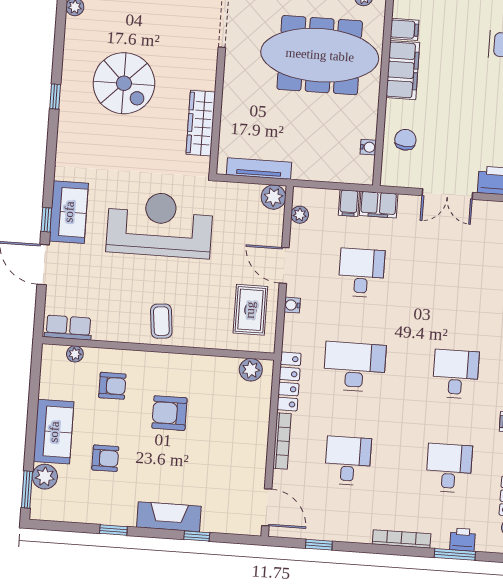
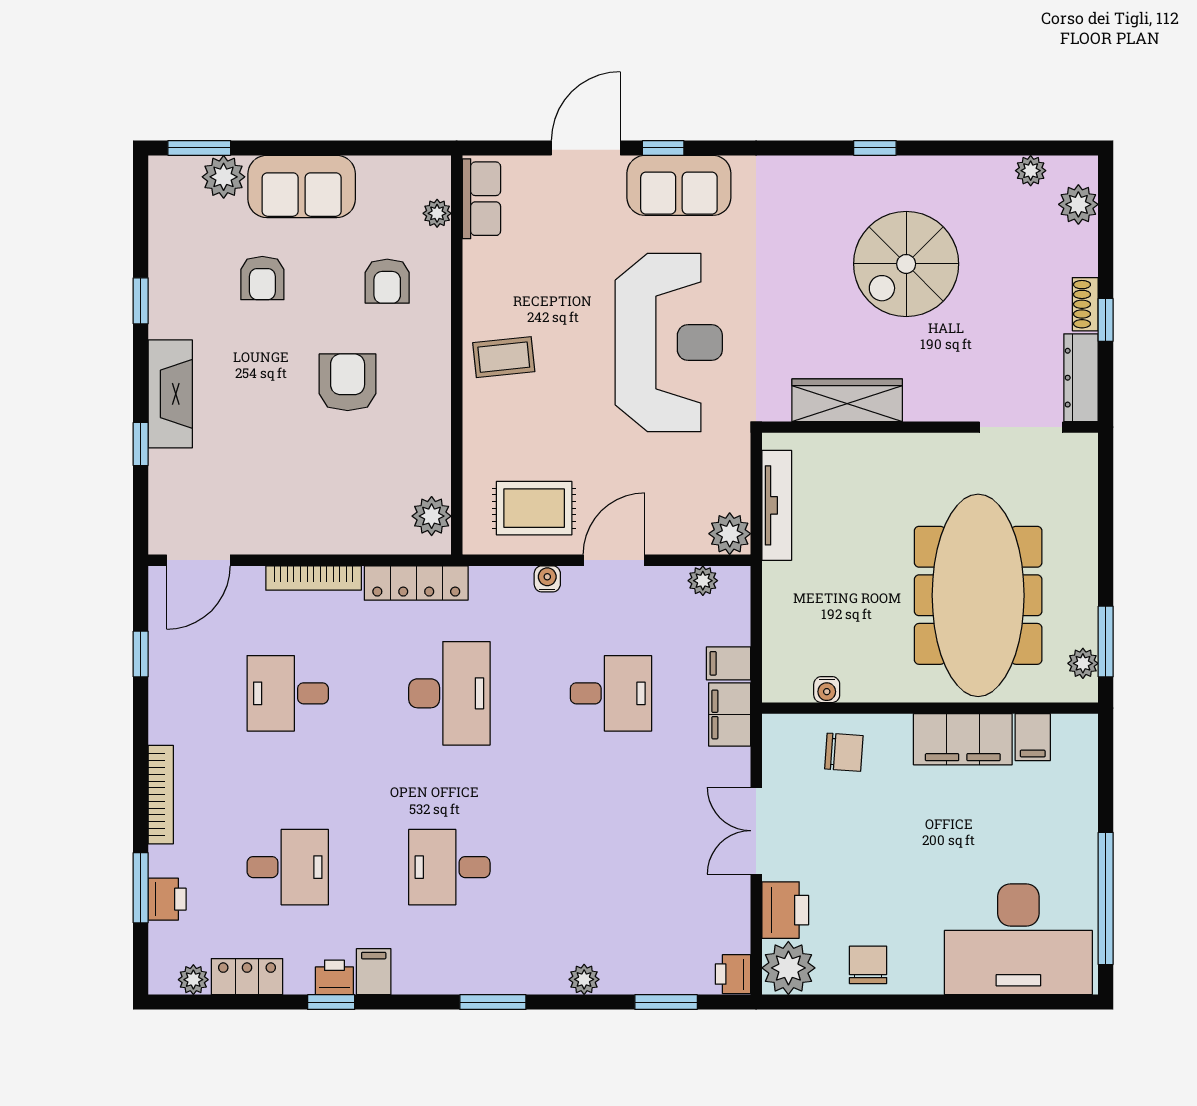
desk: (456, 374) -> (449, 867), turned 180
desk: (348, 461) -> (288, 693), turned 180

